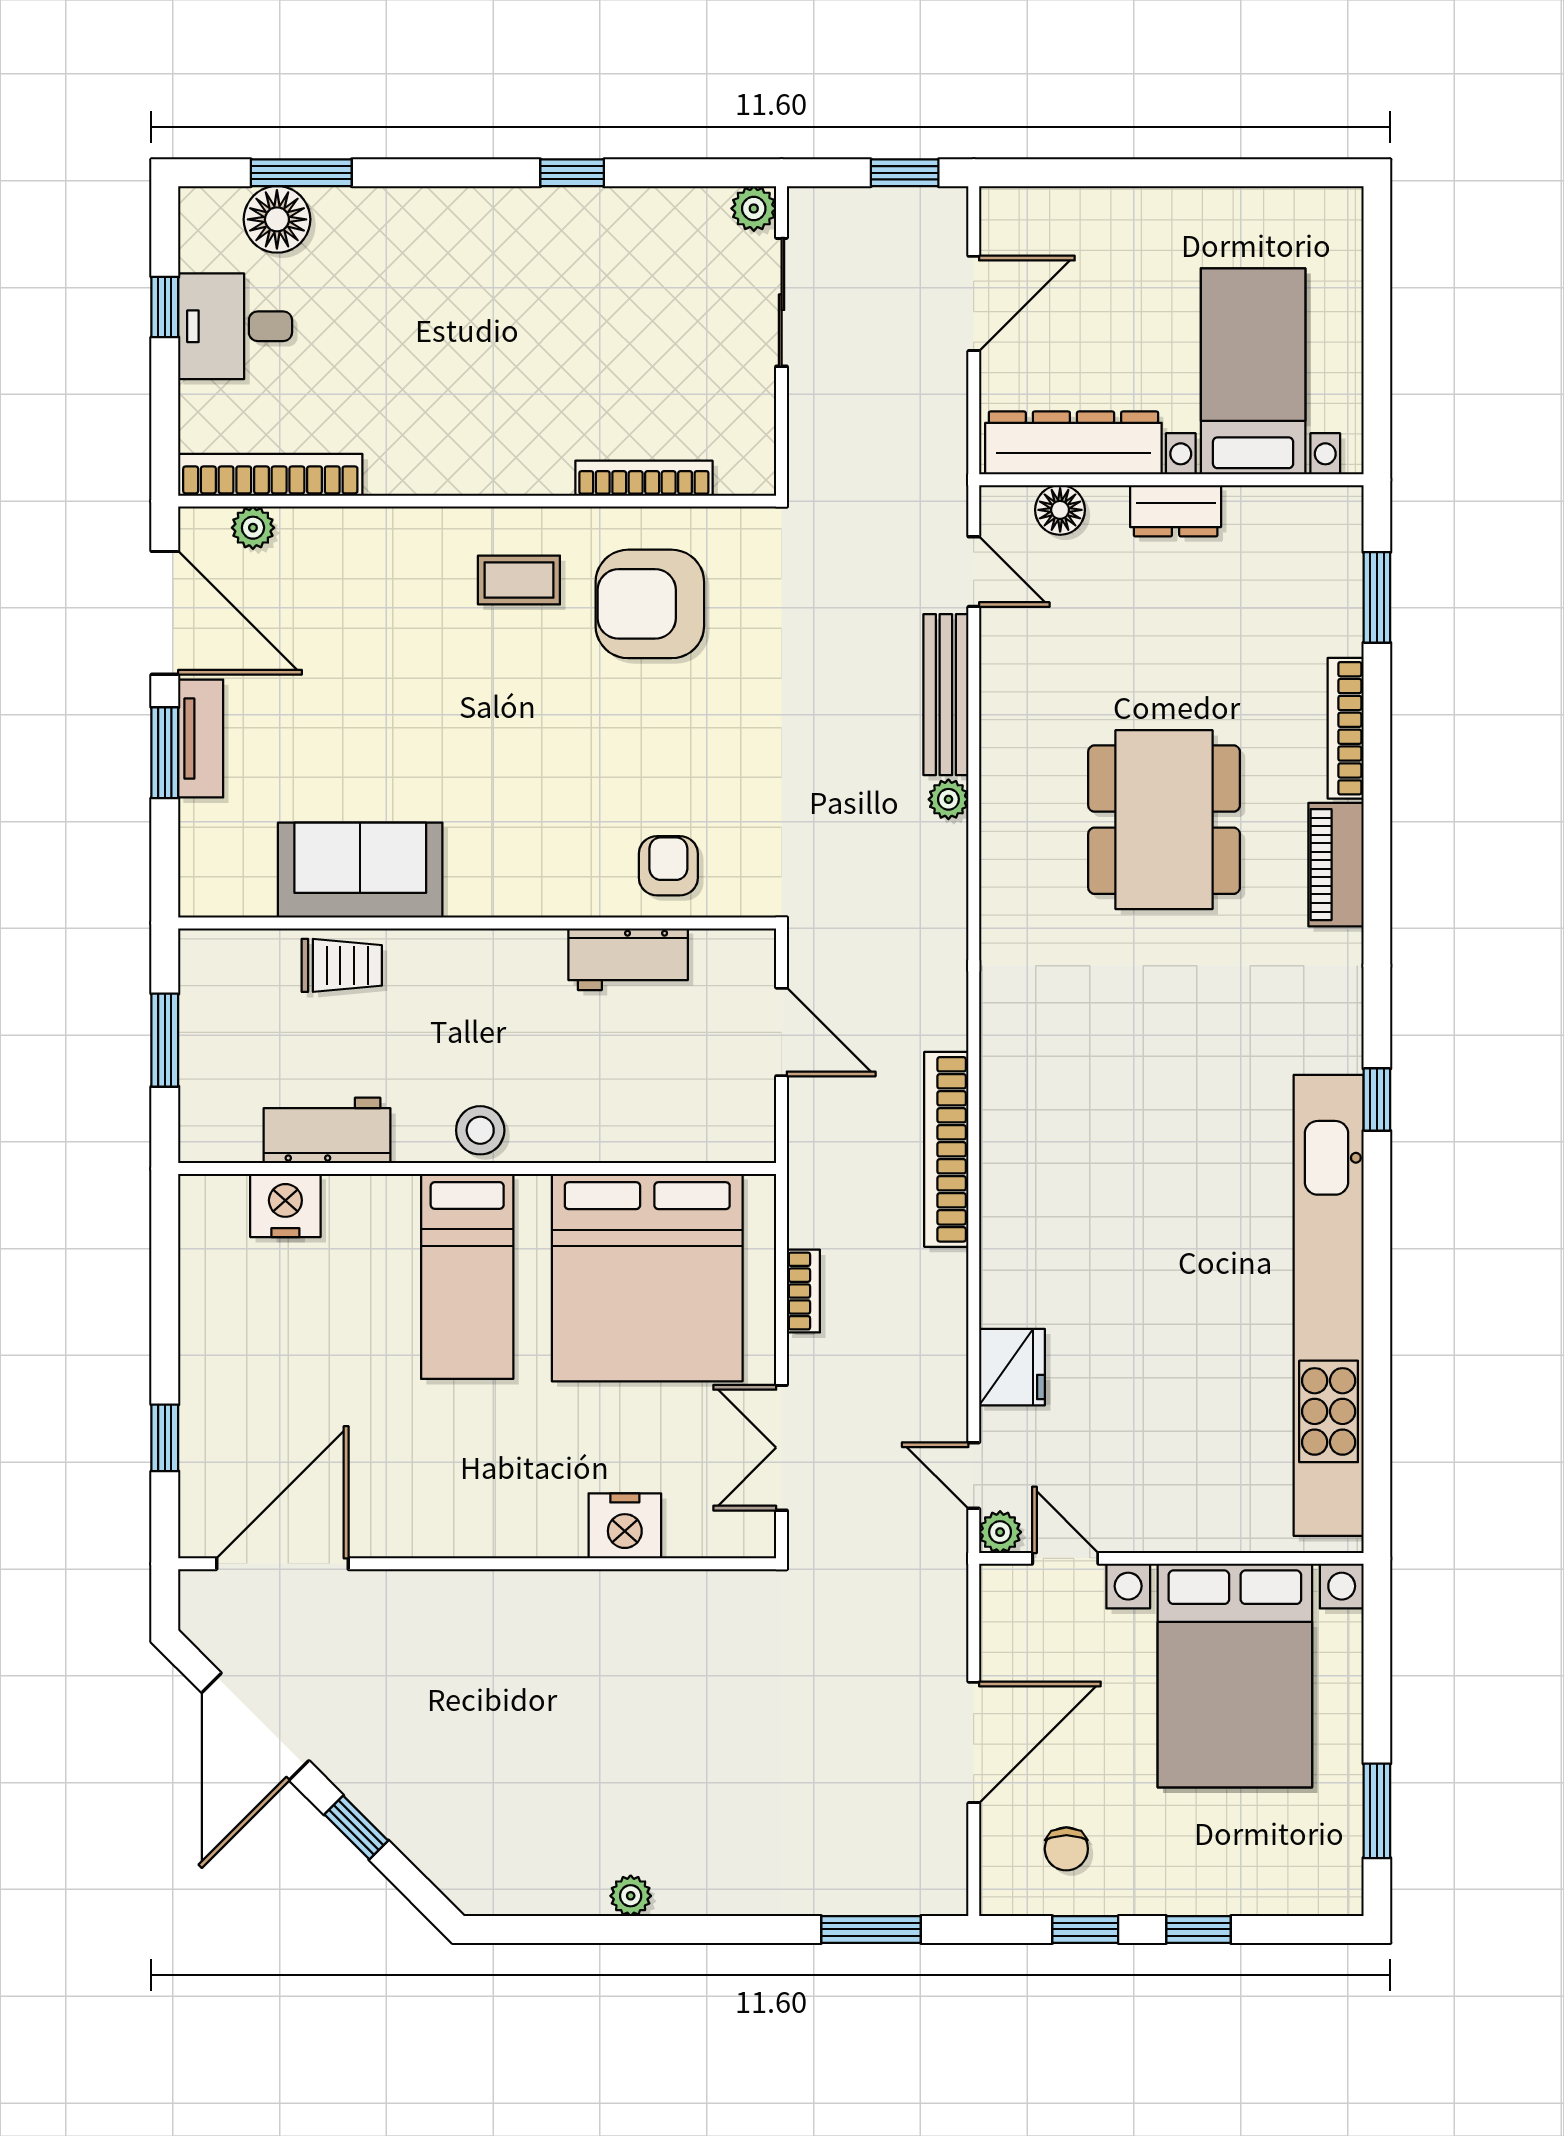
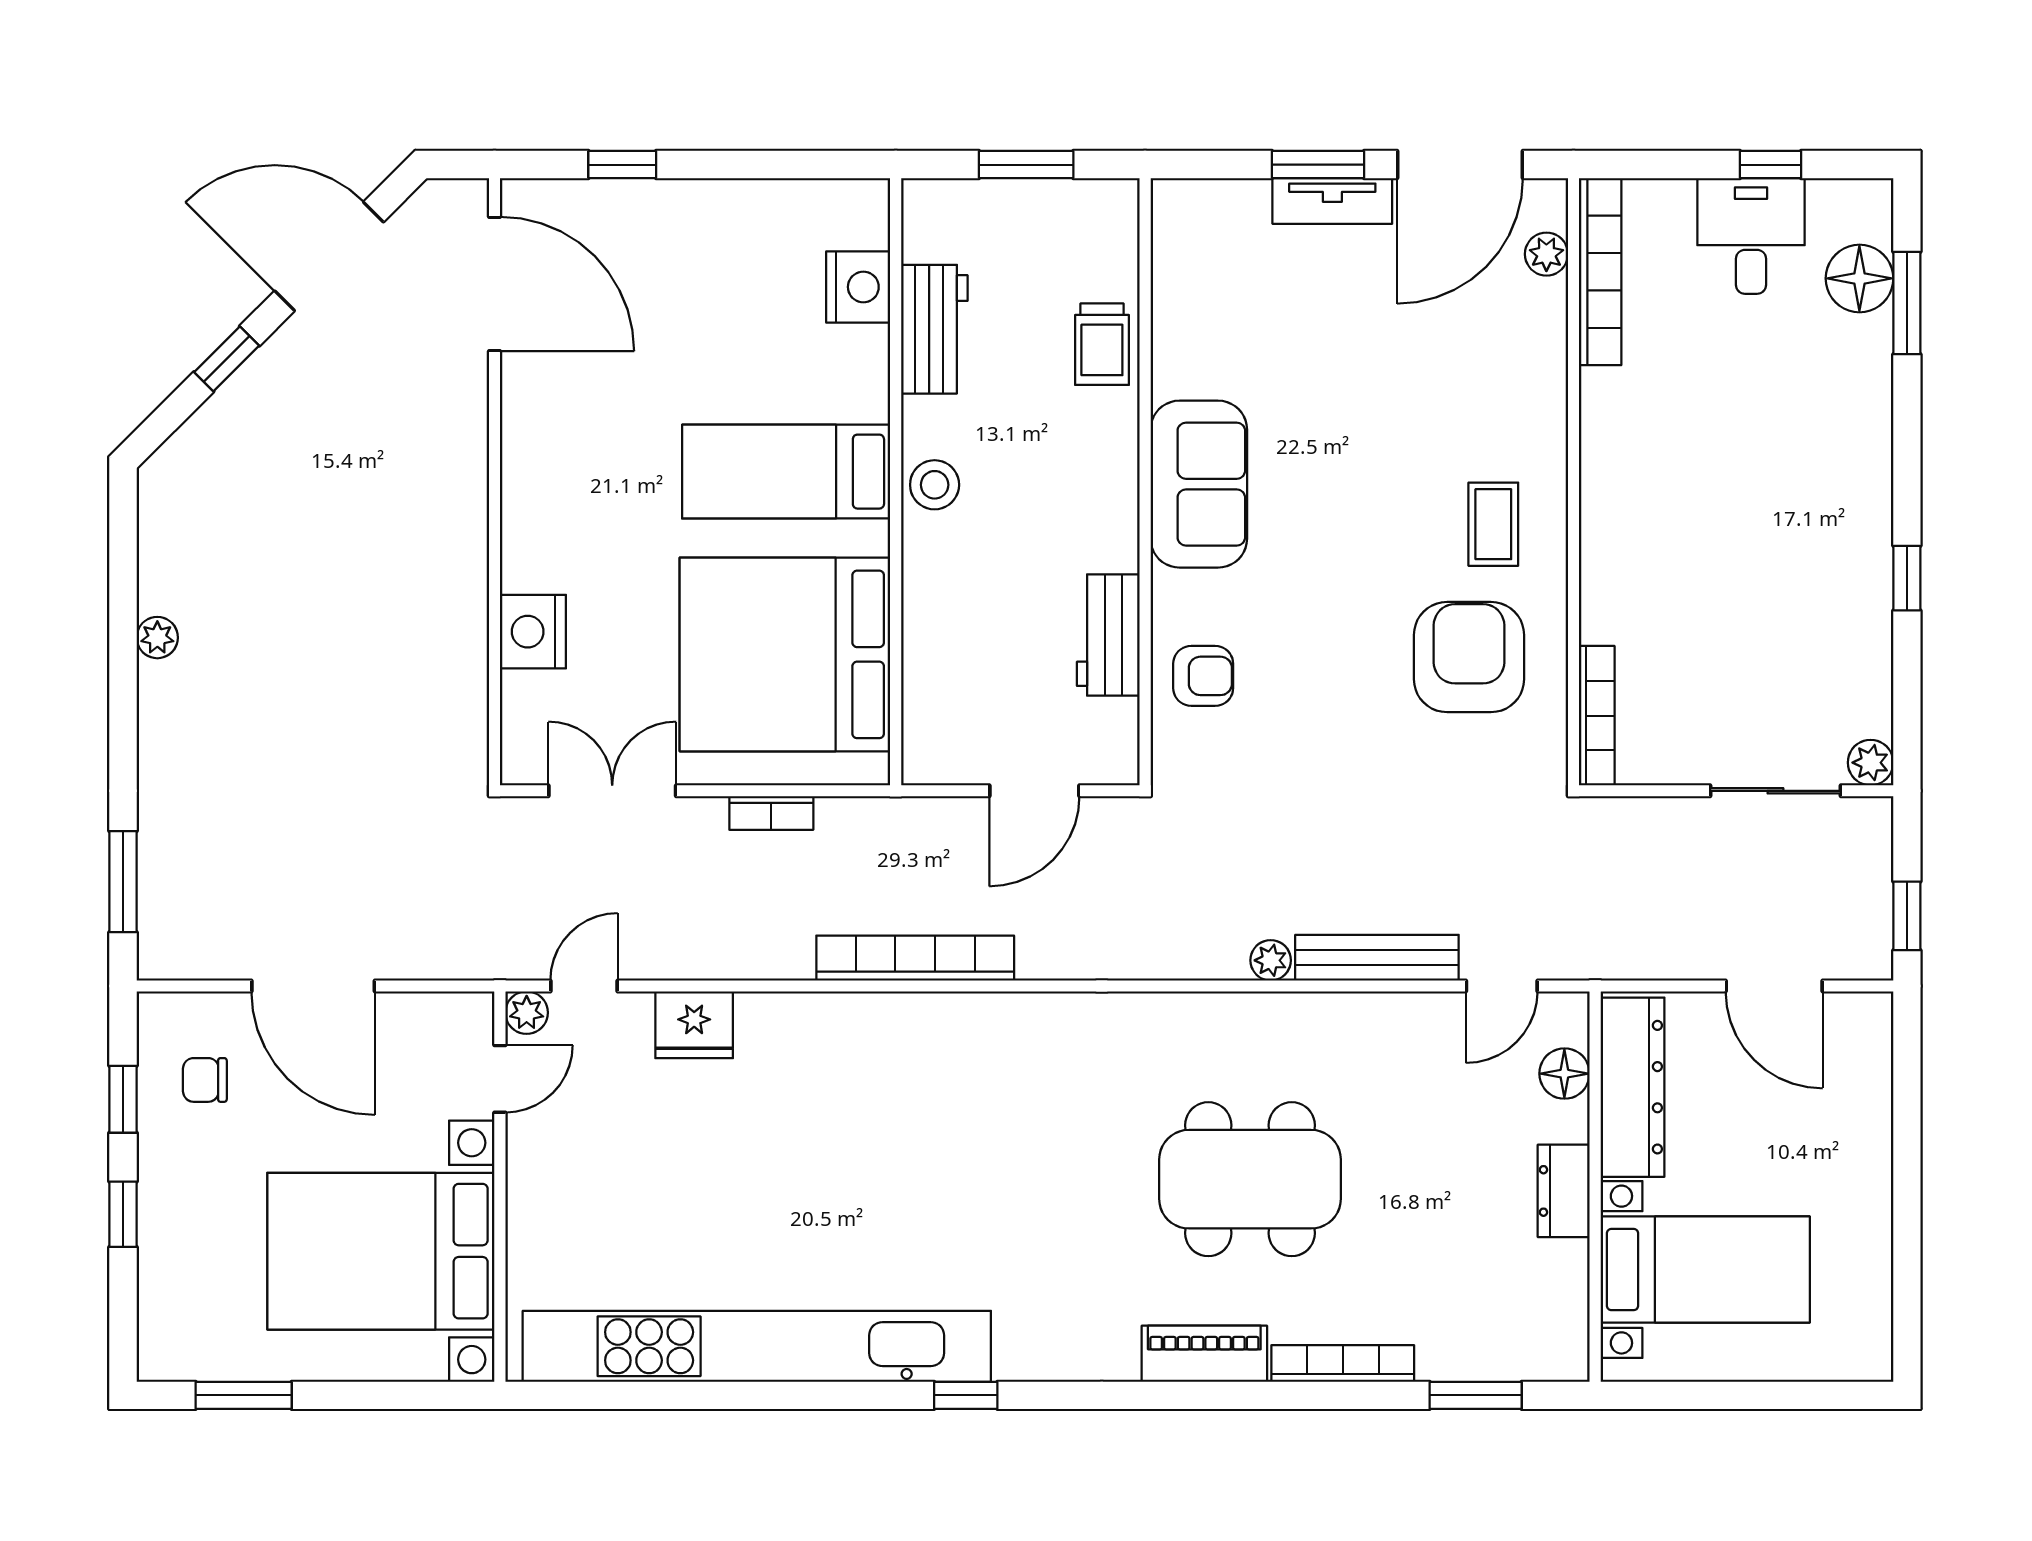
bookcase: (644, 478) -> (1597, 716), moved
sofa: (360, 870) -> (1199, 484), moved

